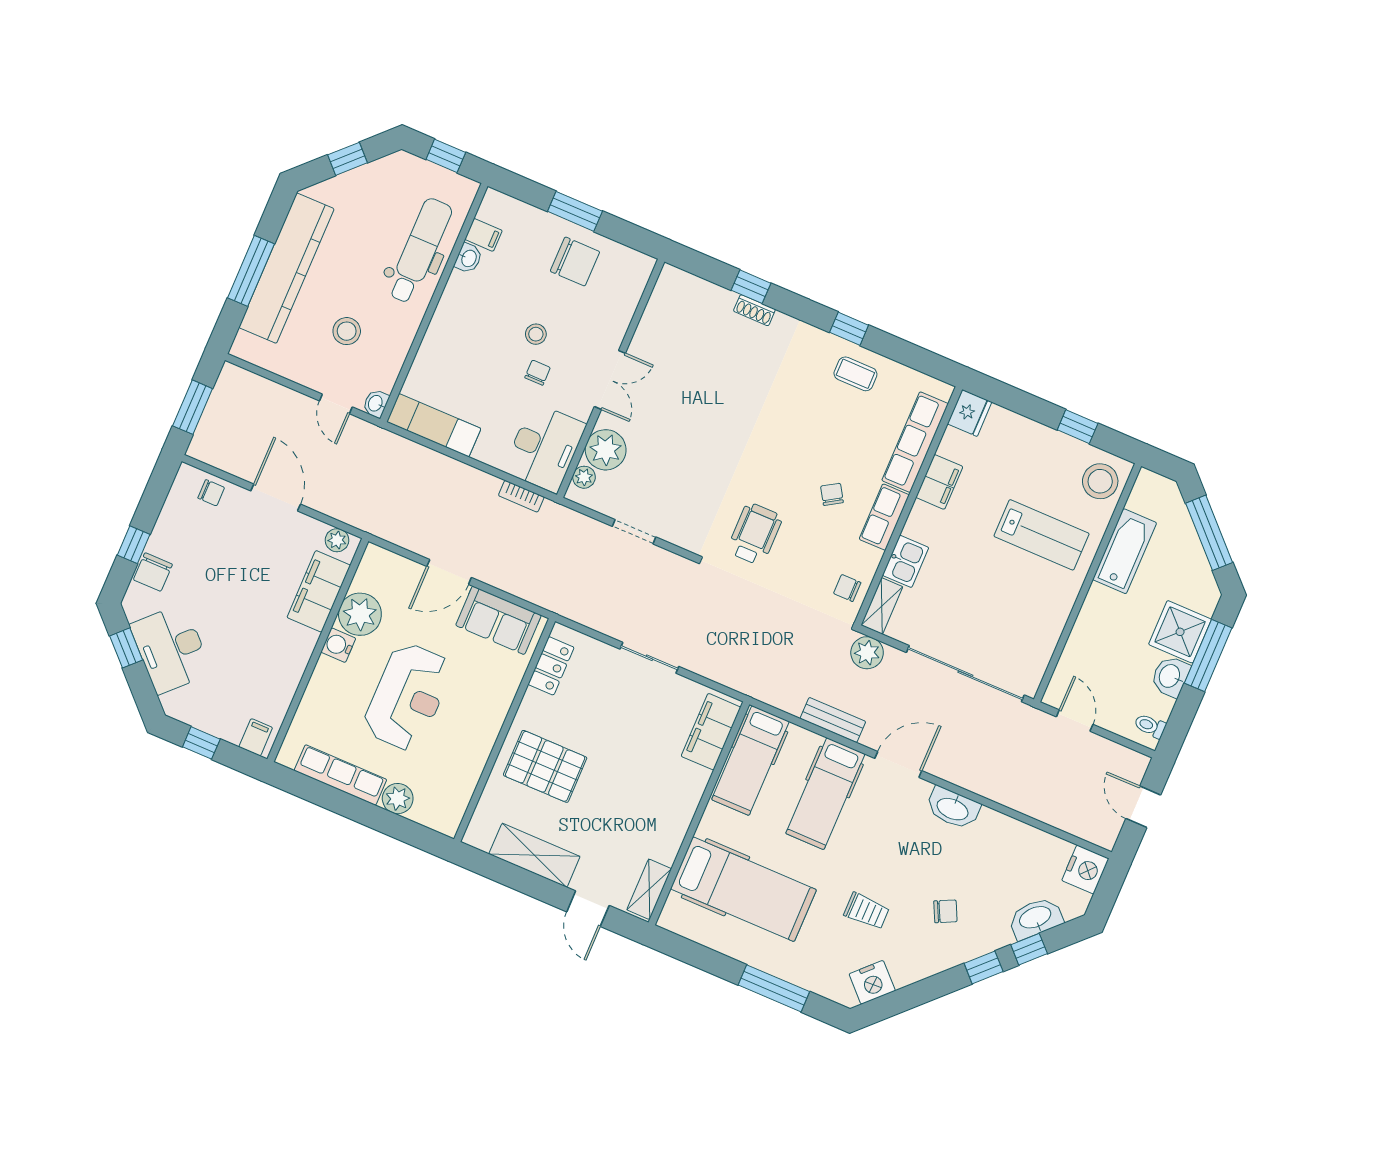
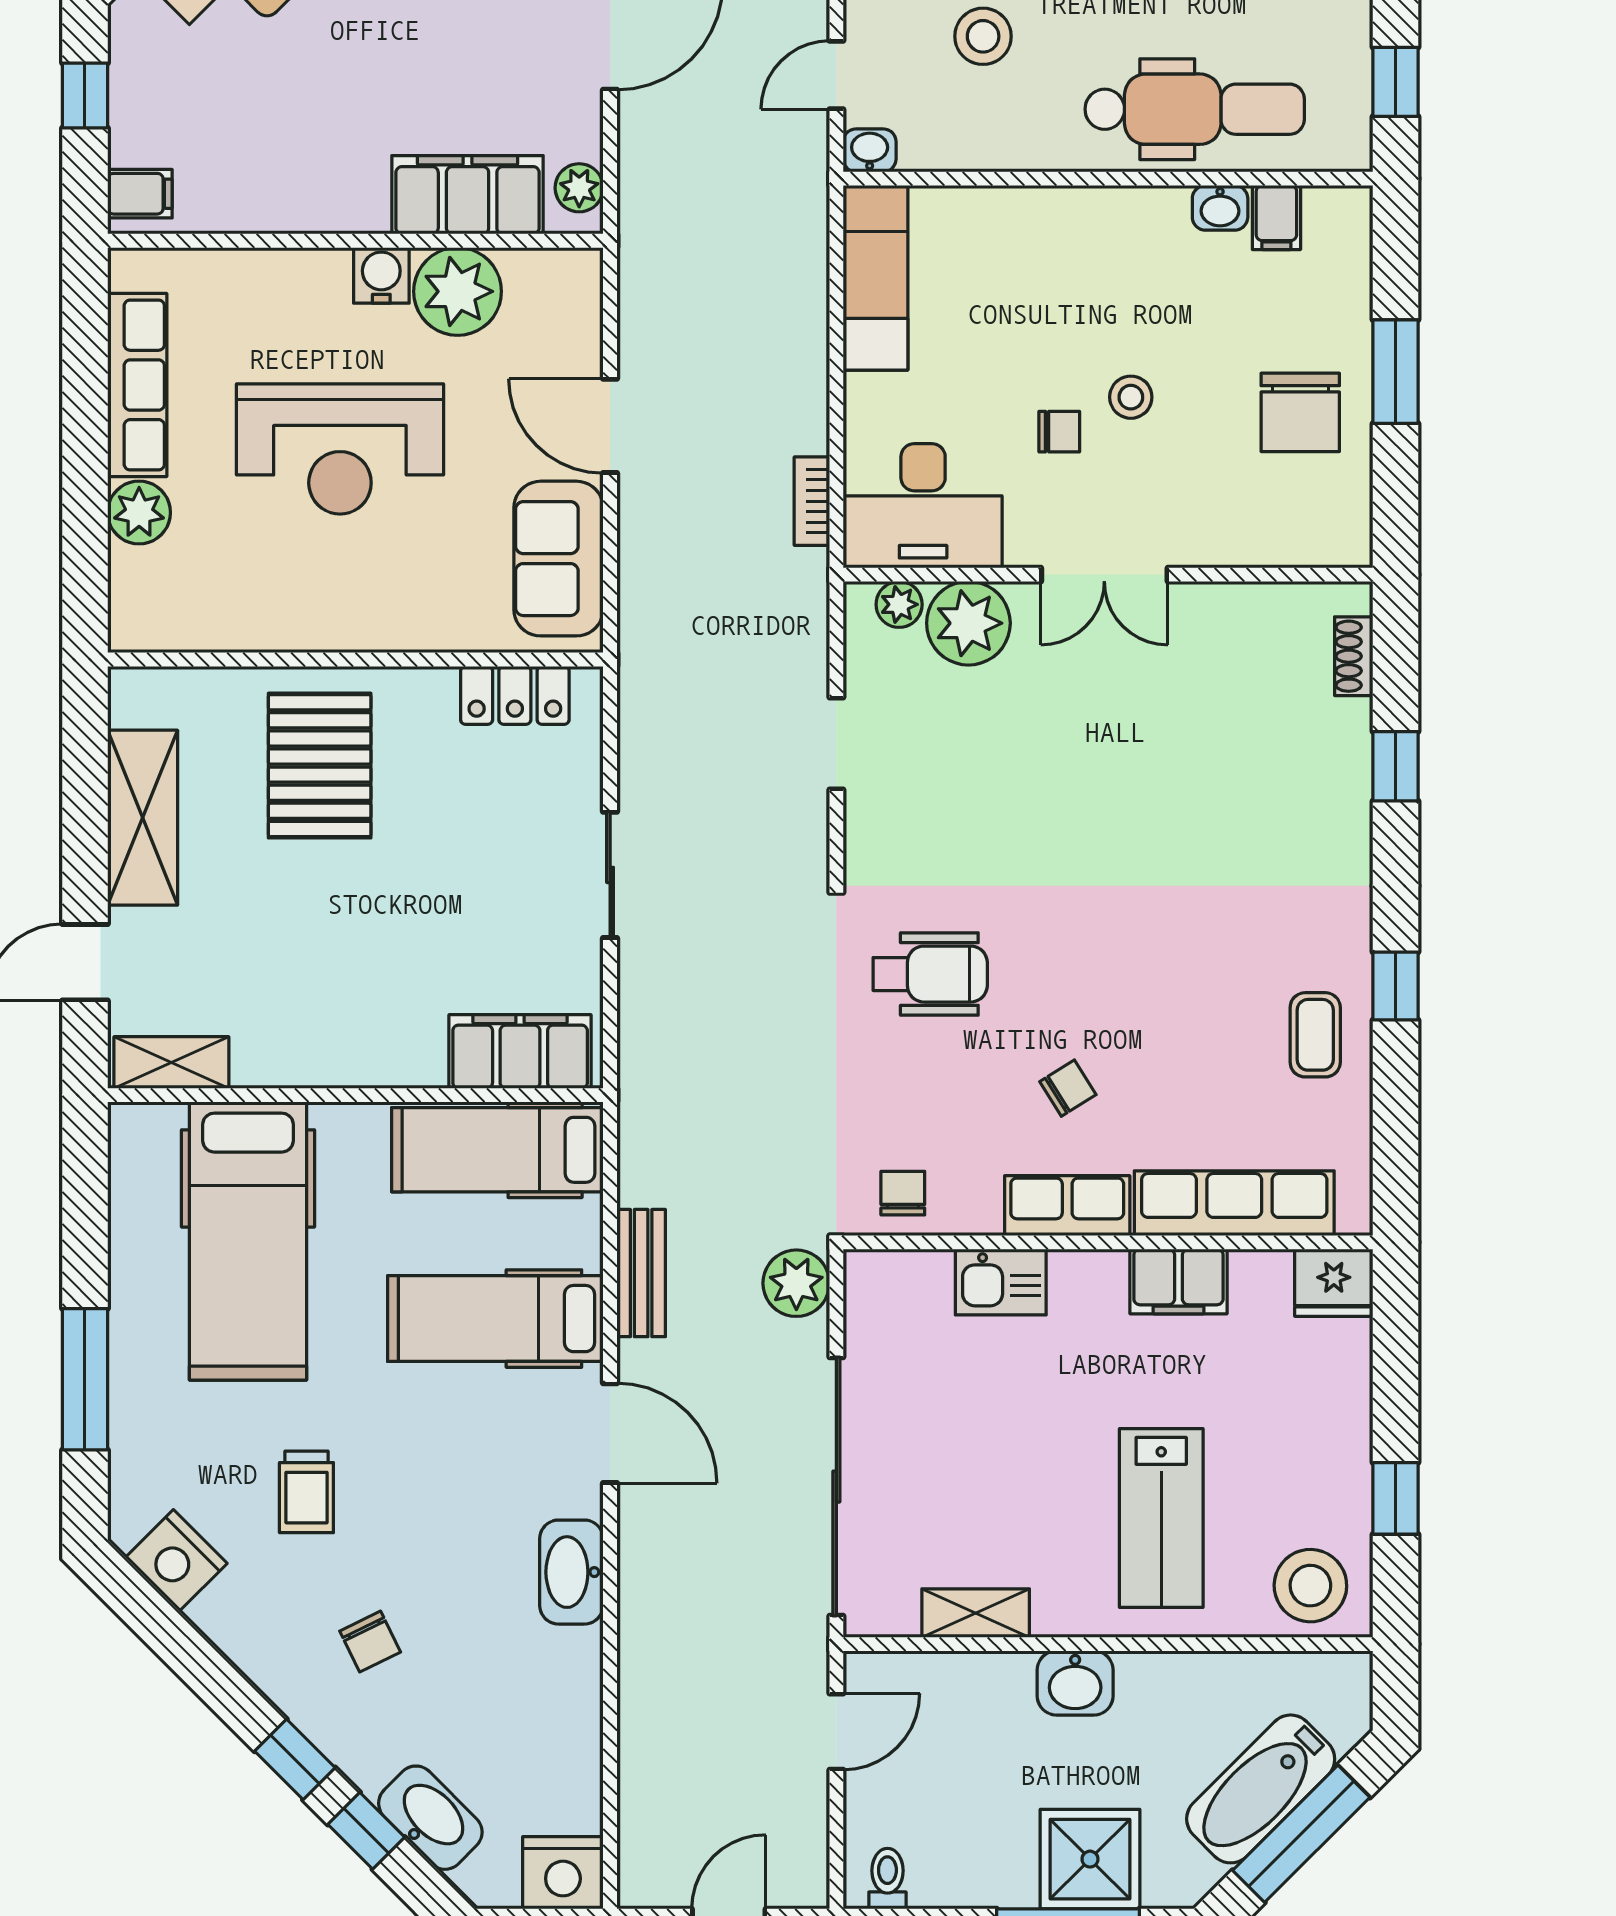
shoe rack: (754, 310) -> (1354, 656), moved
bathtub: (1125, 551) -> (1261, 1789), moved, turned 135
shelving: (882, 606) -> (976, 1613), moved
washbasin: (1170, 676) -> (1075, 1683), moved, turned 180

